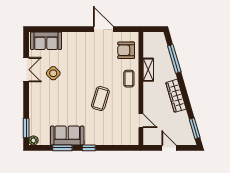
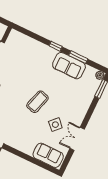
coffee table: (100, 99) -> (37, 102), moved

